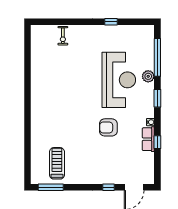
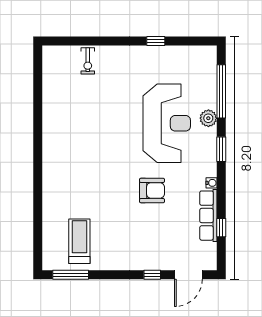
armchair: (108, 127) -> (152, 190), turned 180
row of seats: (148, 139) -> (208, 216), width x1.48
window: (157, 142) -> (221, 228), moved

